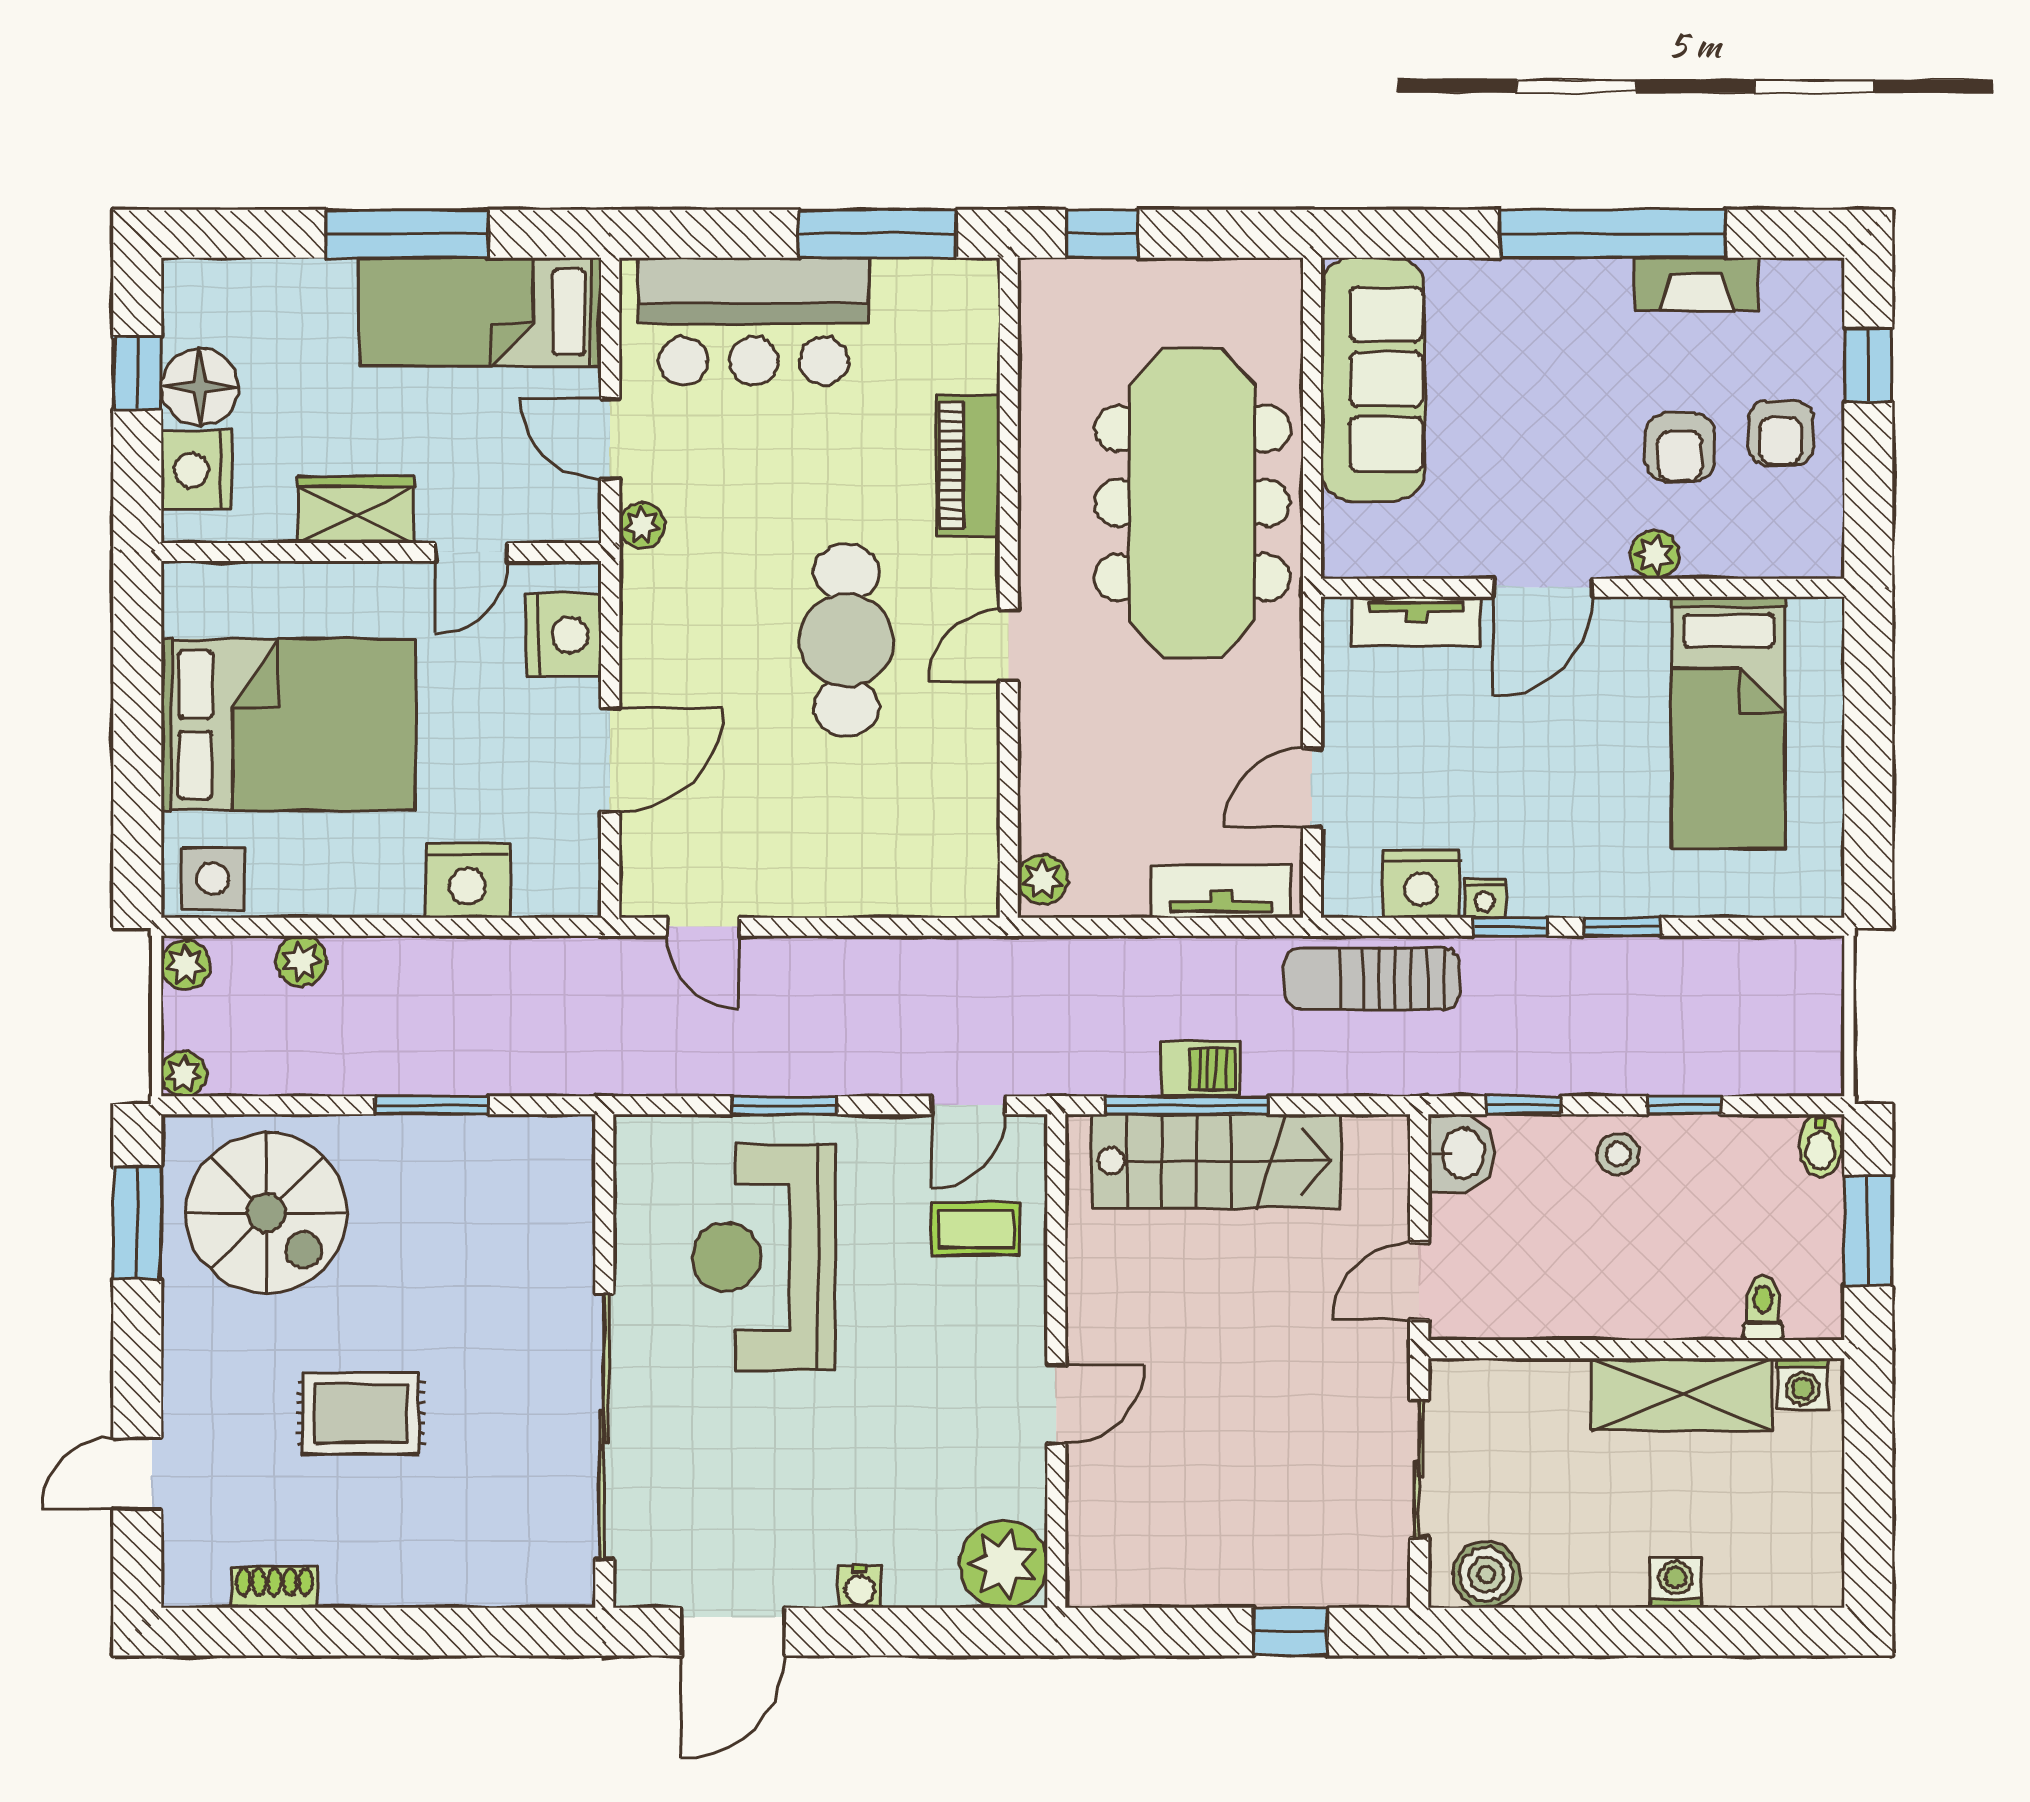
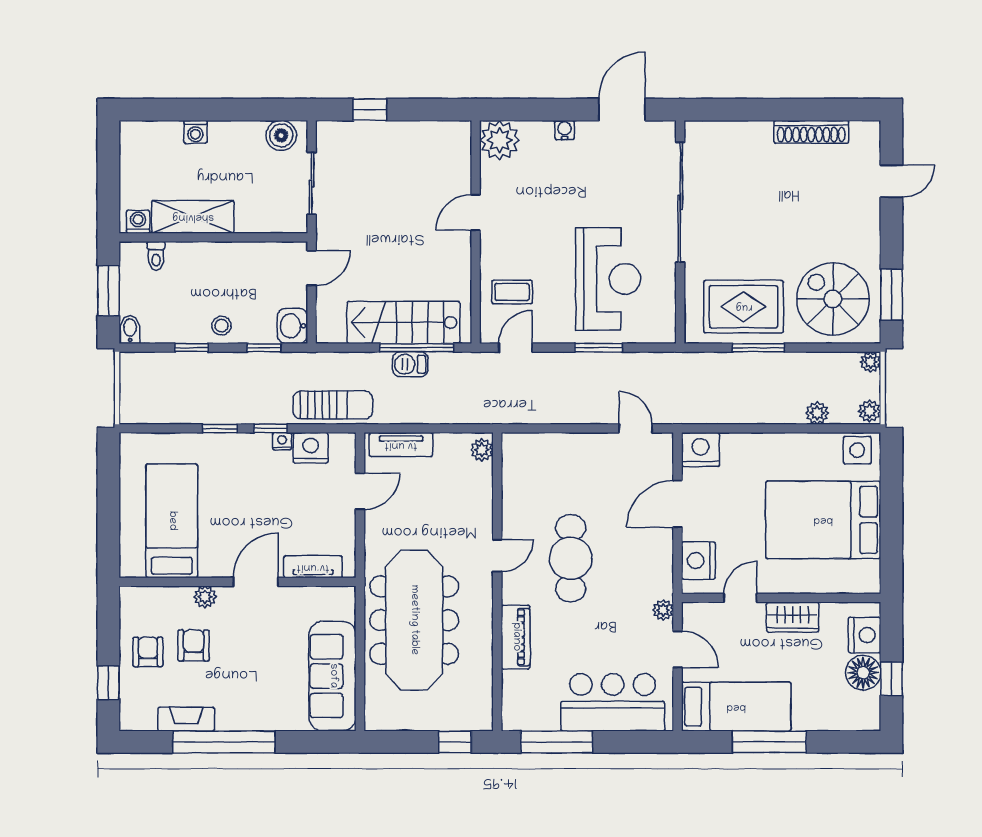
nightstand: (468, 880) -> (701, 449), moved
rug: (361, 1413) -> (744, 307), moved, width x1.36, depth x1.43
shoe rack: (274, 1587) -> (811, 132), width x1.94, depth x1.24

